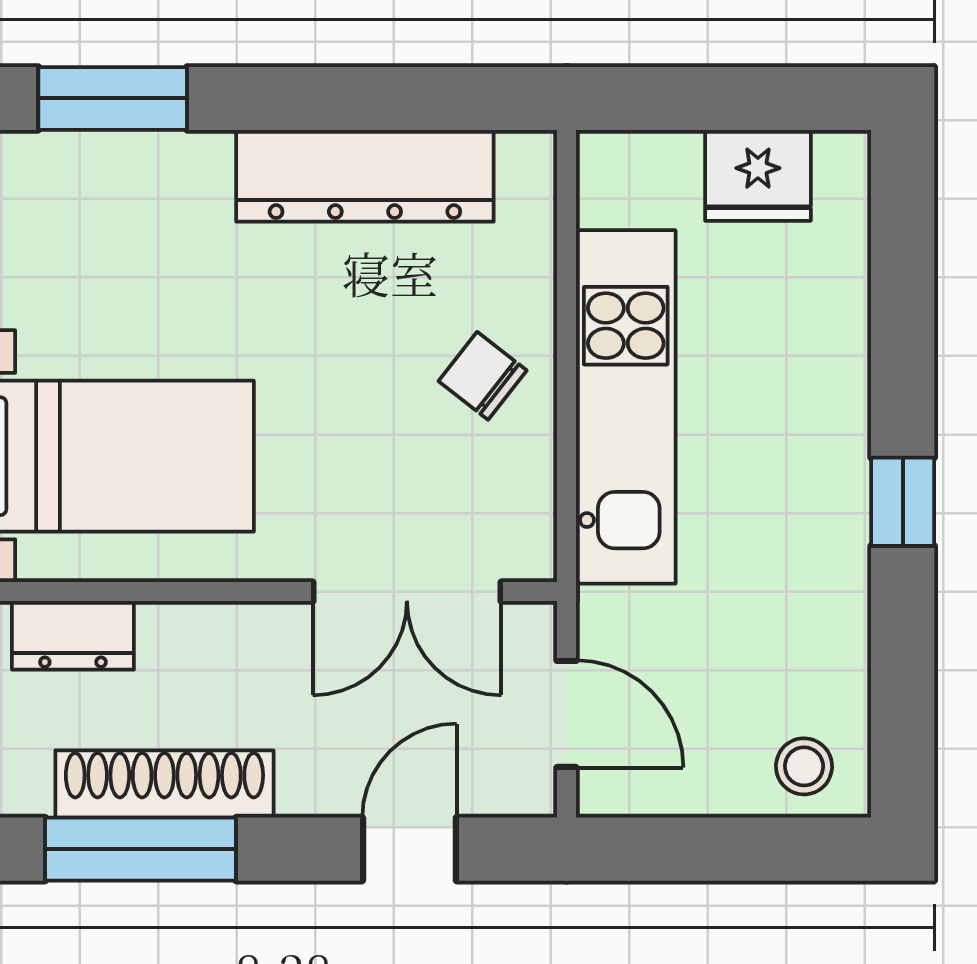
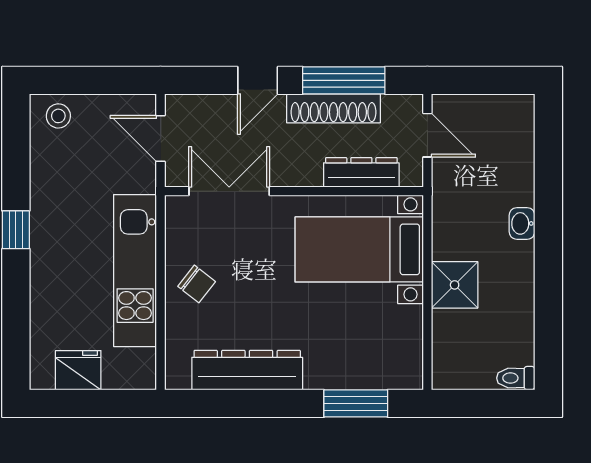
dresser: (73, 635) -> (361, 172), width x1.44
door: (409, 849) -> (258, 80), moved

